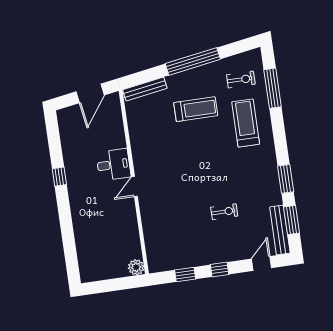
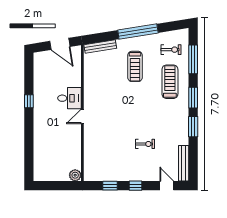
door: (90, 93) -> (60, 44), hinge flipped
treadmill: (196, 109) -> (135, 66), turned 90
window: (292, 220) -> (193, 98), moved
door: (262, 263) -> (167, 186), hinge flipped

